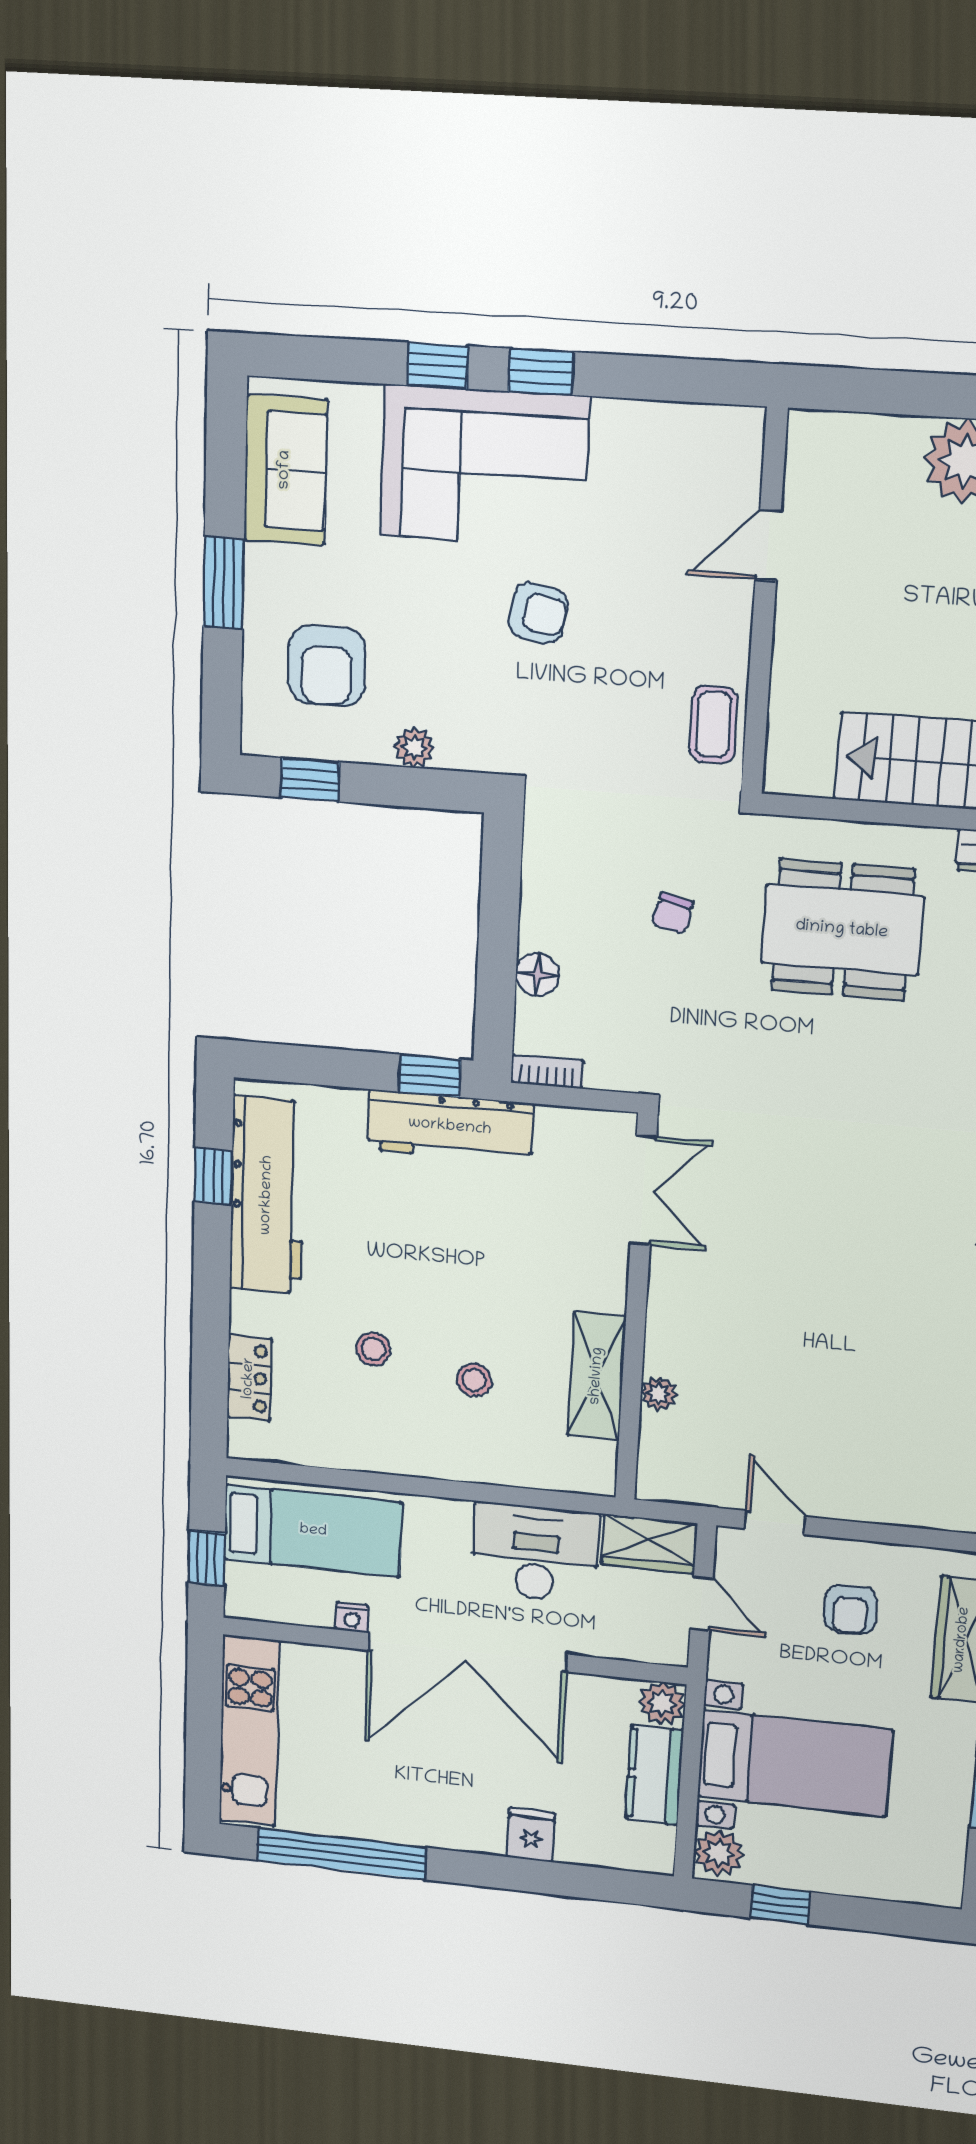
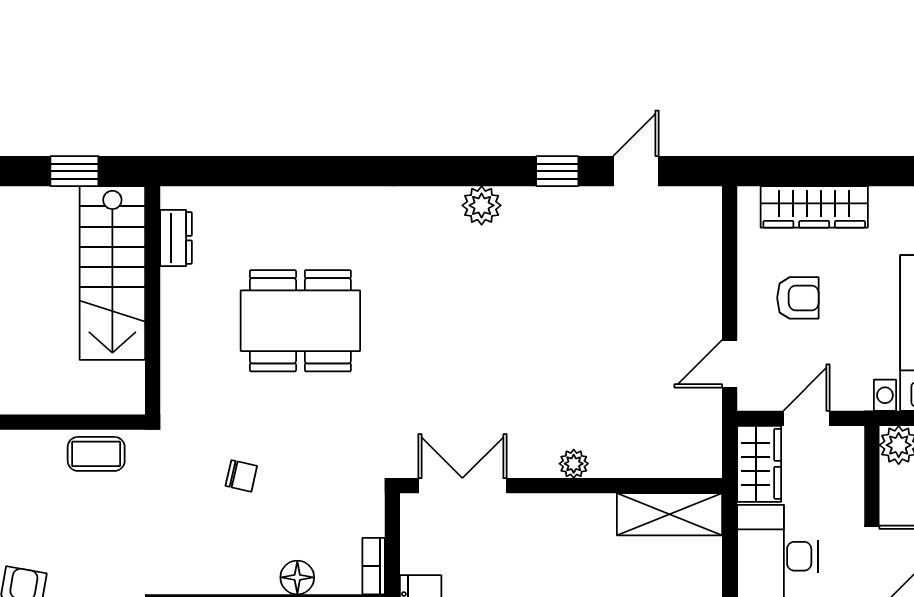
dining table: (842, 930) -> (300, 321), moved, turned 90
shelving: (597, 1376) -> (669, 514), moved
plant: (659, 1394) -> (574, 464), moved

